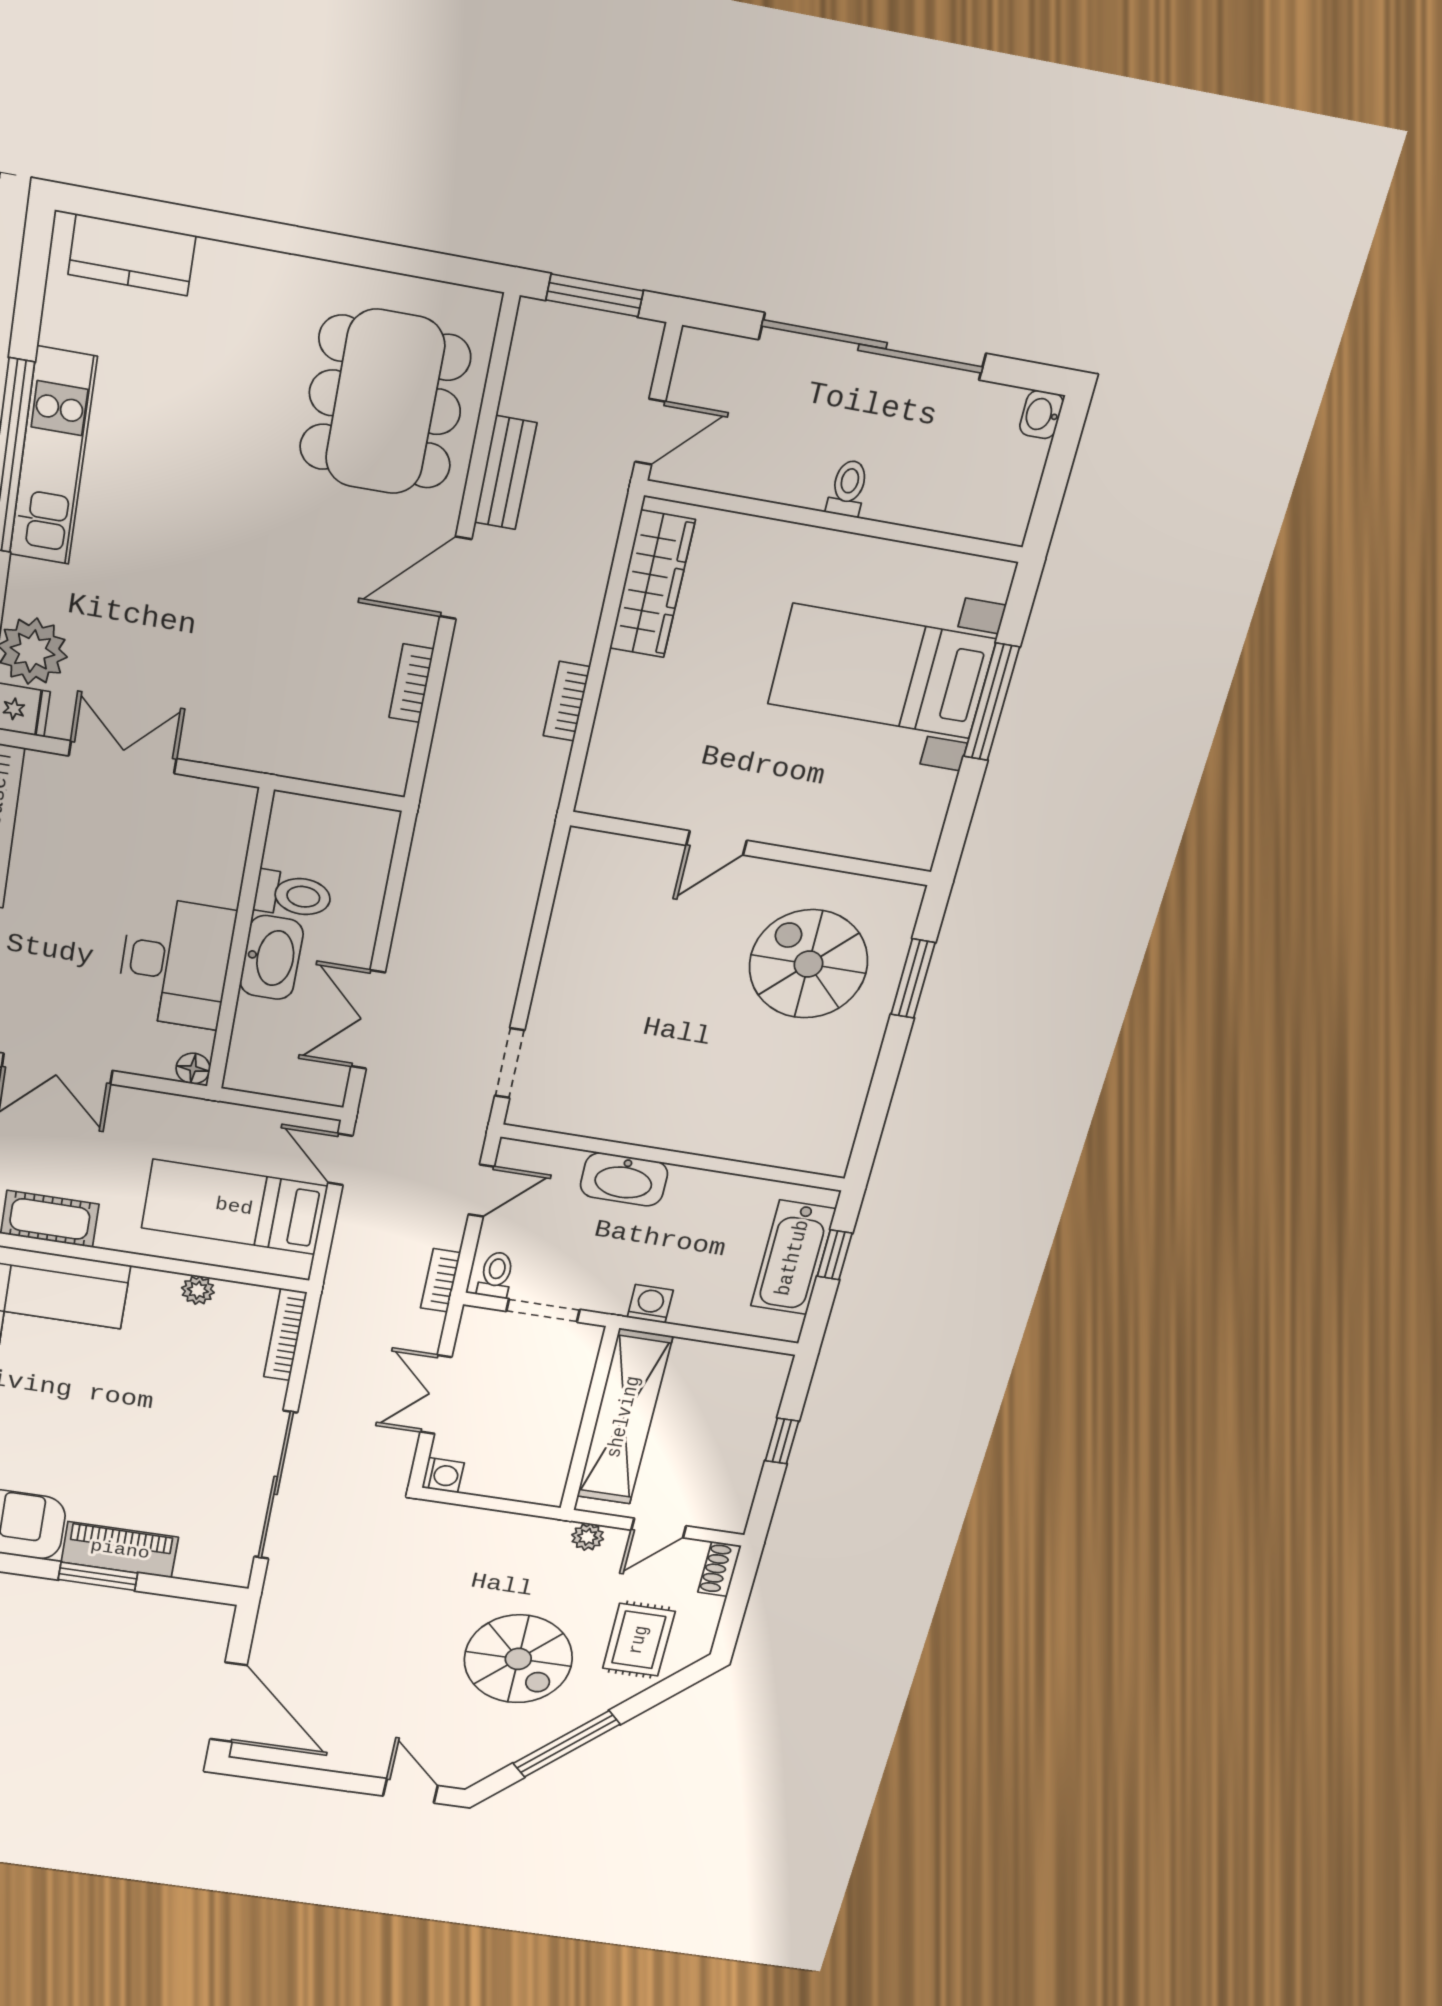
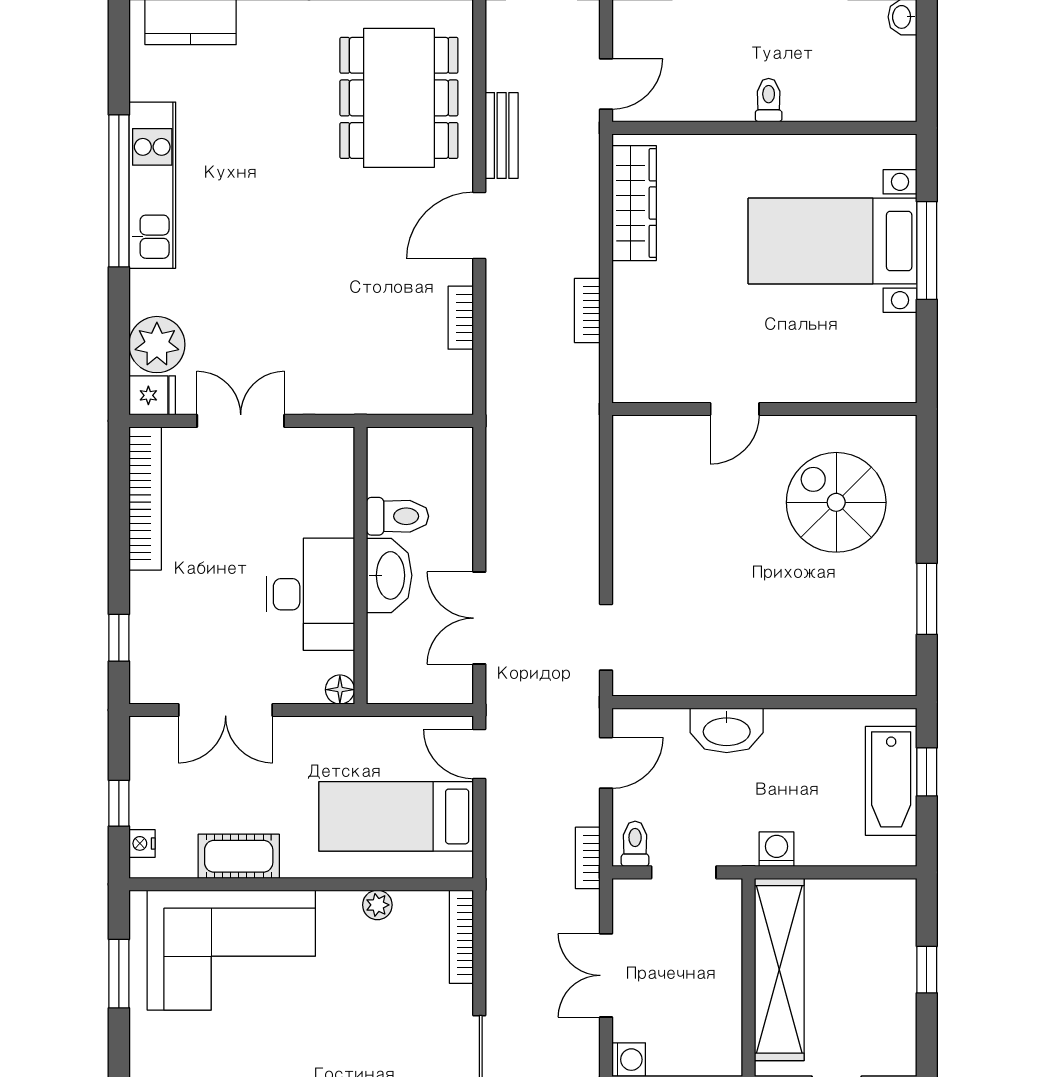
window: (913, 979) -> (927, 599), moved

